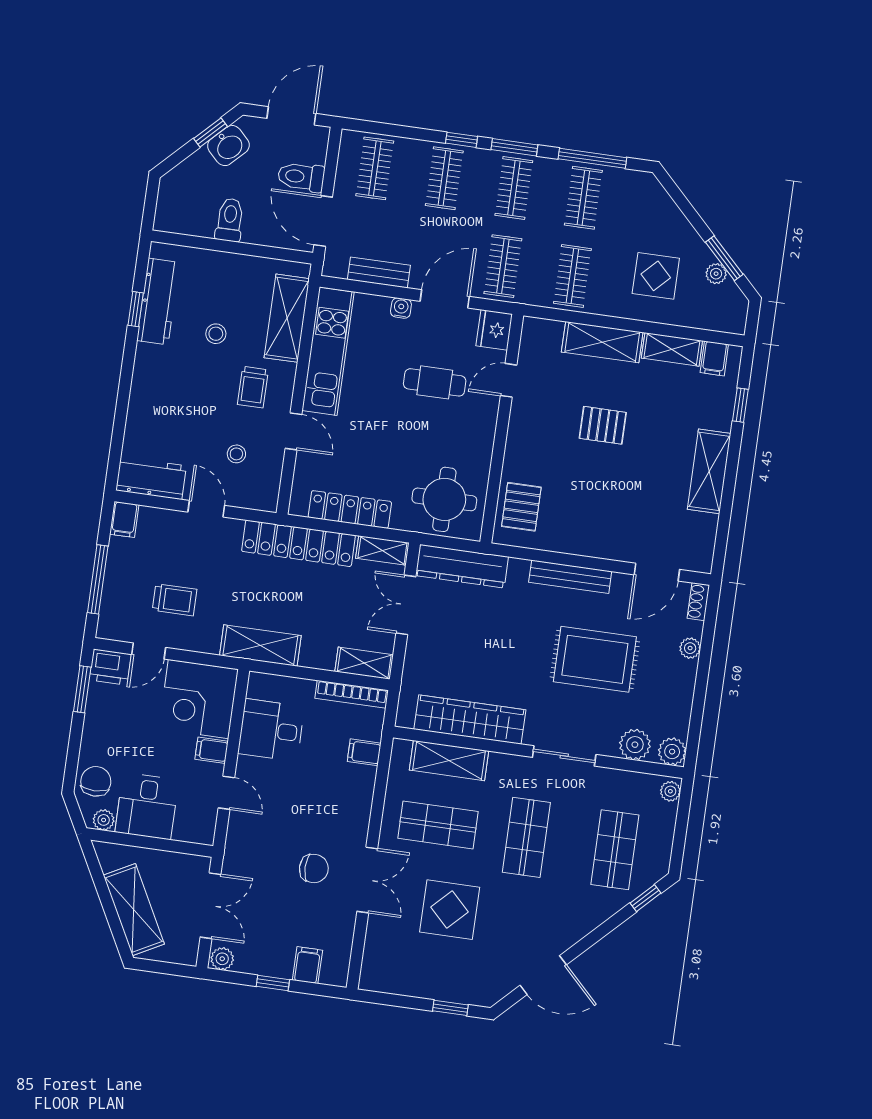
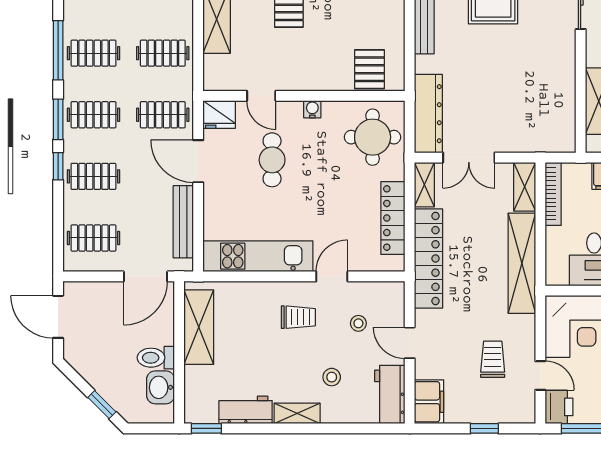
window: (210, 132) -> (102, 405), moved
washbasin: (228, 146) -> (161, 387), moved, turned -135
toilet: (301, 177) -> (110, 301), removed
bench: (379, 272) -> (183, 222), width x1.36
workbench: (158, 302) -> (246, 410), width x0.73
water cooler: (401, 308) -> (312, 109), moved, turned 90
window: (136, 309) -> (206, 428), moved
shelving: (287, 318) -> (199, 327), moved, turned 90
stool: (216, 334) -> (332, 377), moved
shelving: (144, 370) -> (297, 413), added
pallet: (521, 507) -> (370, 69), turned 90
door: (206, 509) -> (410, 343), hinge flipped
filing cabinet: (124, 519) -> (429, 402), width x2.00
window: (98, 579) -> (484, 428), width x0.46
shelving: (260, 646) -> (522, 263), width x1.47
wardrobe: (470, 720) -> (561, 88), removed

